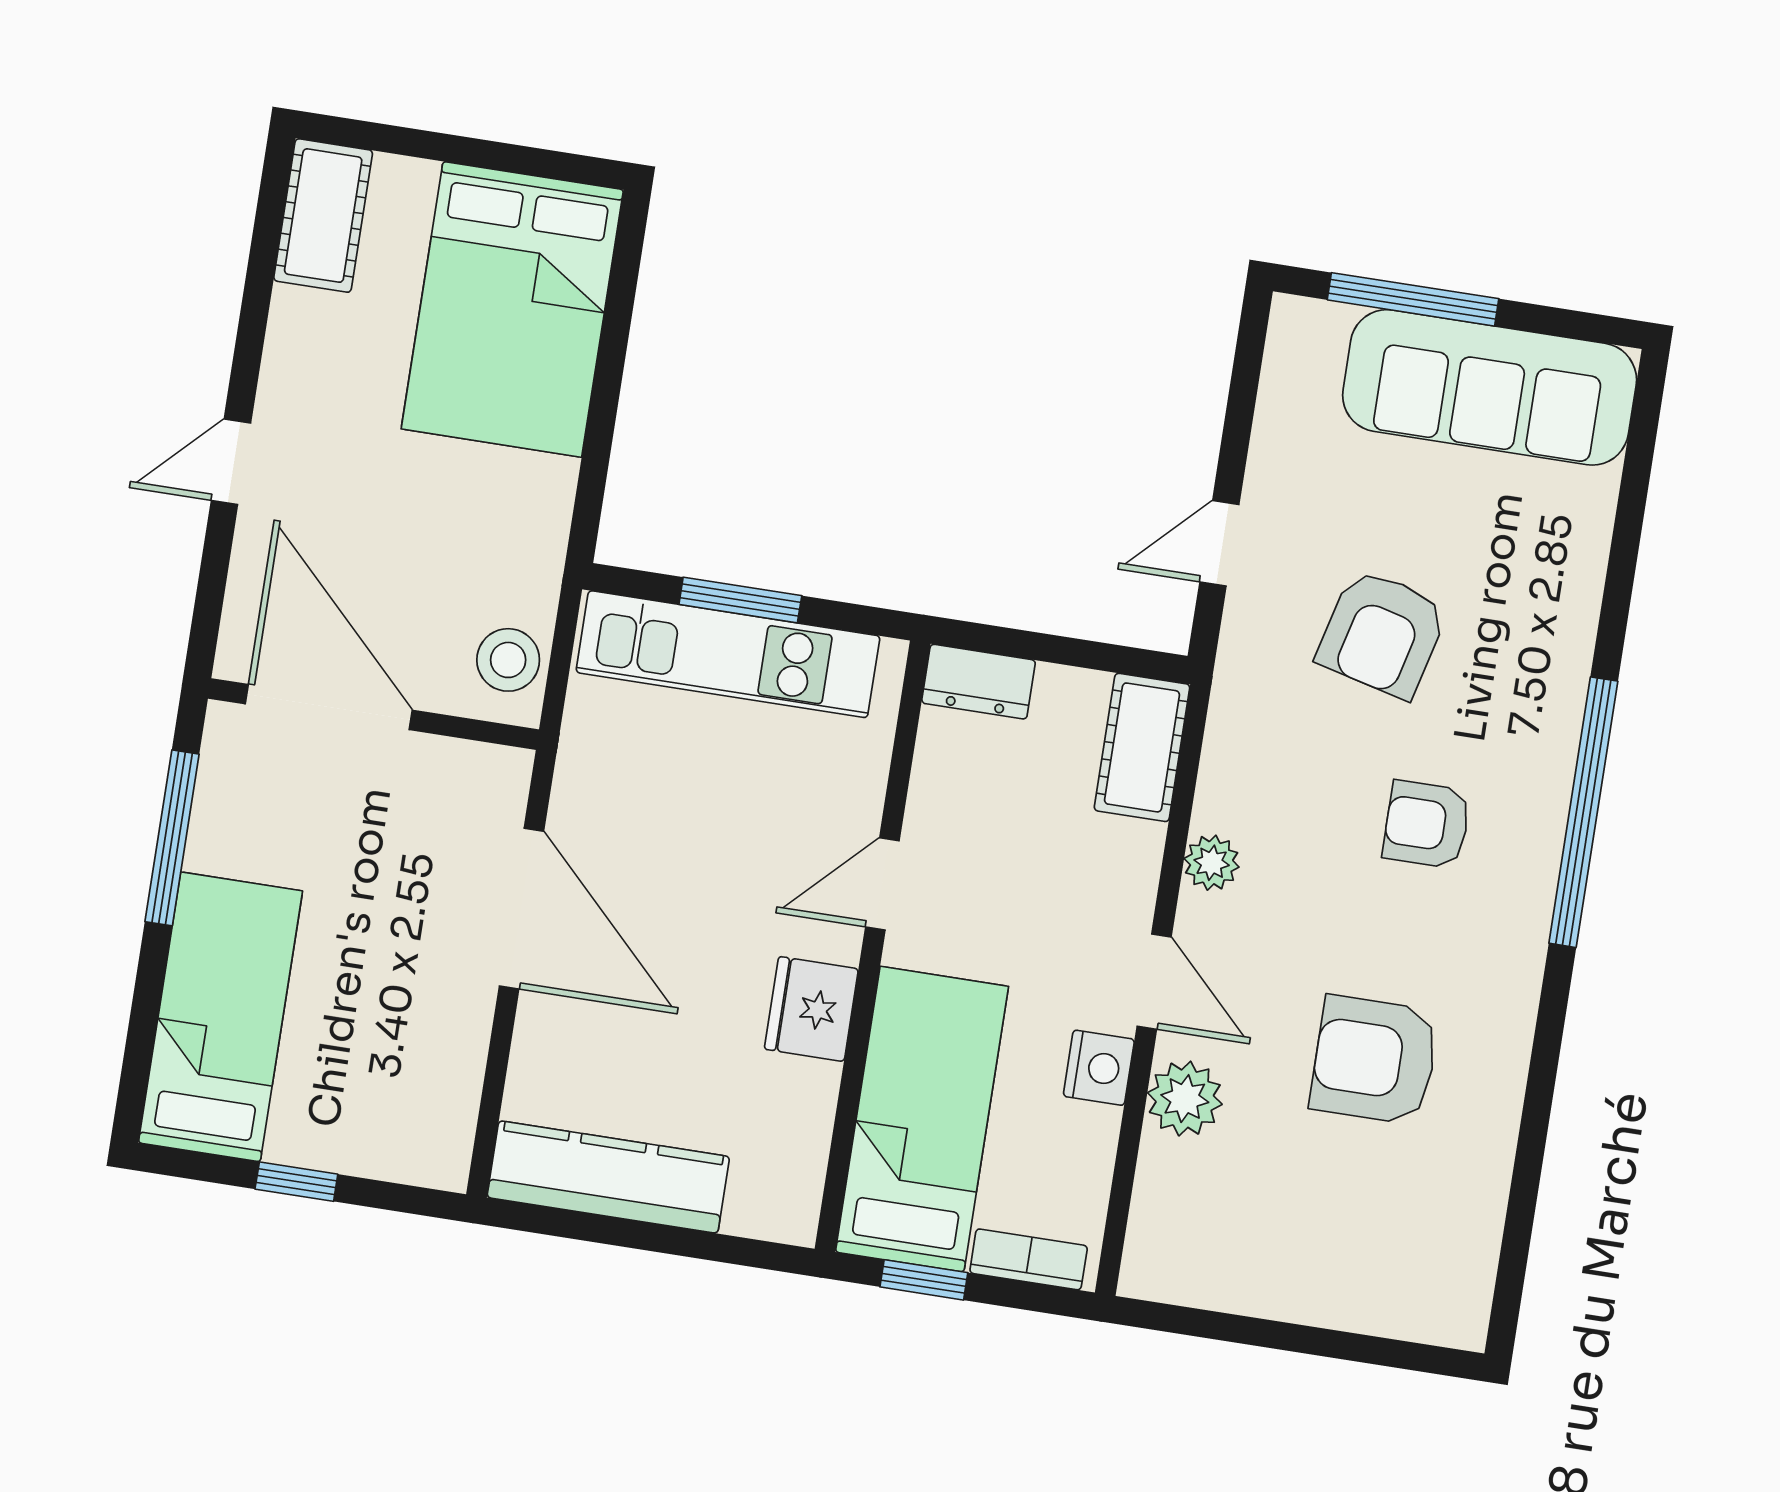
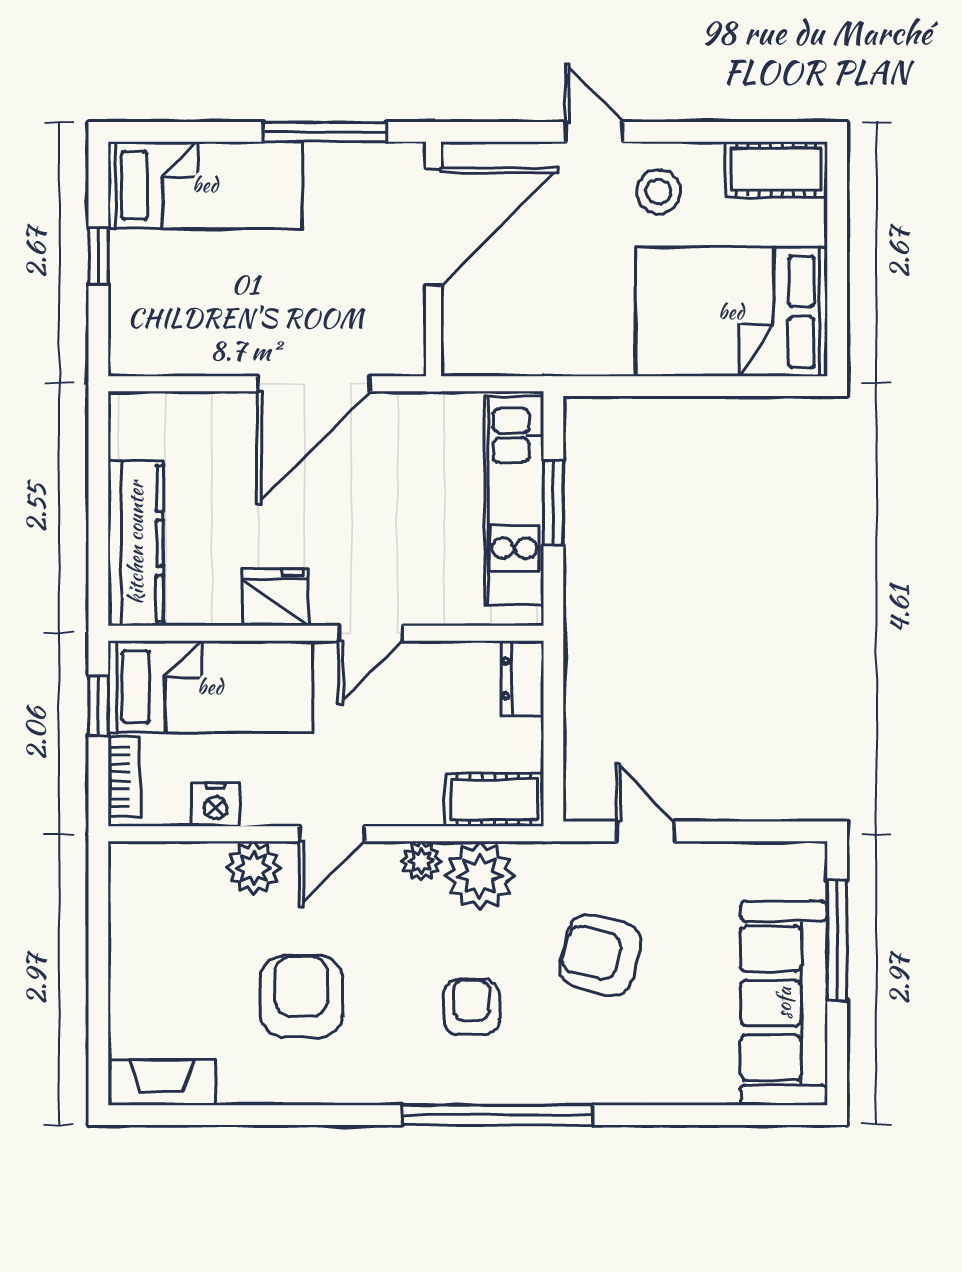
stool: (508, 660) -> (659, 192), moved
plant: (1245, 784) -> (480, 876), added
door: (882, 884) -> (371, 633), swing flipped
nightstand: (1099, 1068) -> (216, 805), moved
kitchen counter: (608, 1177) -> (136, 543), moved
fireplace: (1464, 1274) -> (162, 1082), added

